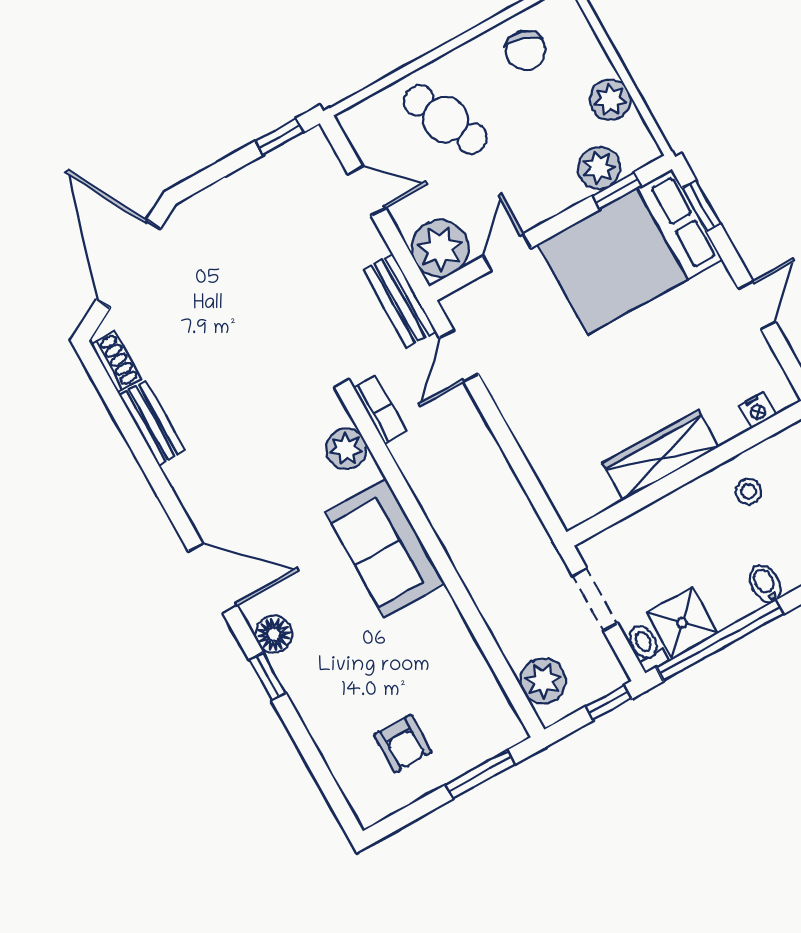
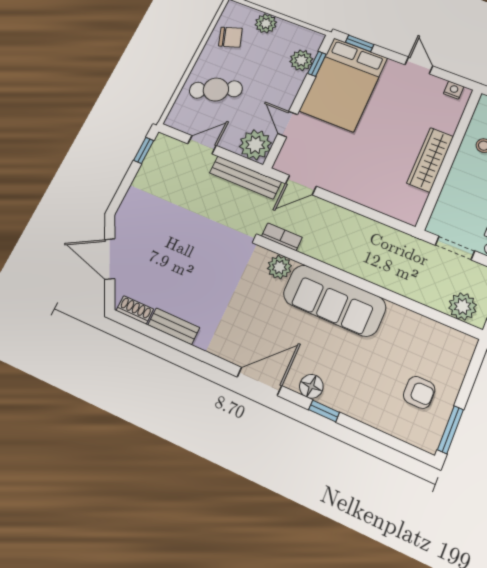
chair: (526, 50) -> (230, 37), turned -36
plant: (610, 100) -> (266, 23), moved
door: (128, 264) -> (110, 259), width x0.73
bench: (400, 301) -> (245, 177), width x1.36
door: (459, 356) -> (301, 185), hinge flipped
nightstand: (757, 410) -> (454, 90), moved, turned -90
sofa: (385, 548) -> (334, 300), width x1.36
window: (480, 774) -> (450, 430), moved

